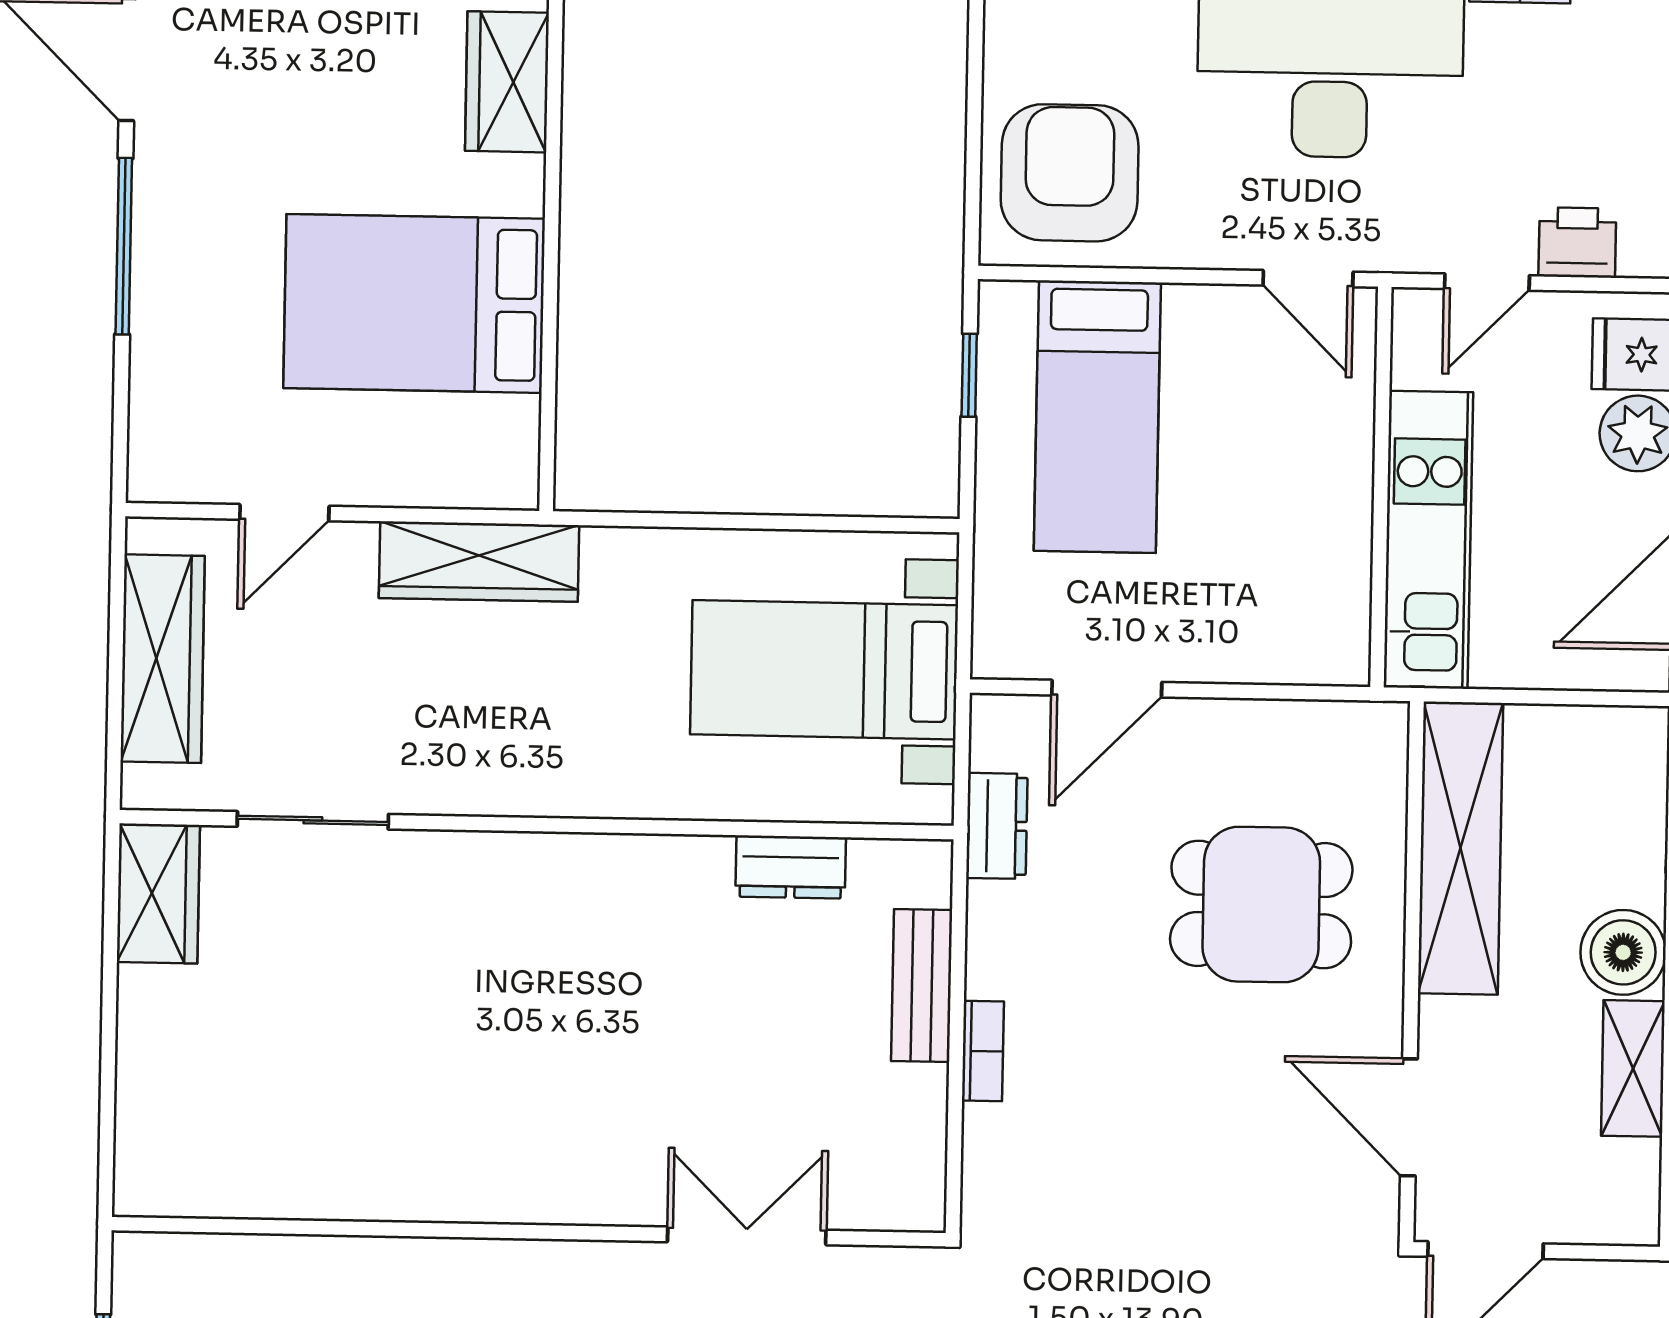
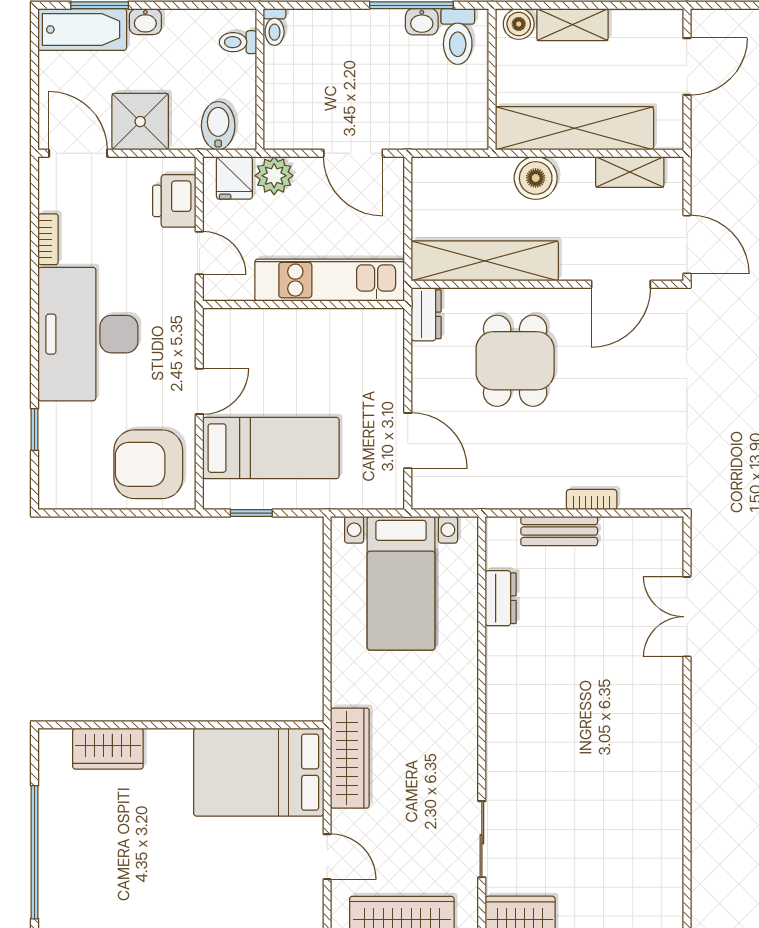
printer: (1577, 242) -> (174, 201), width x1.36, depth x1.24
door: (1308, 279) -> (199, 391), moved
bed: (414, 303) -> (259, 772), moved, turned 90
dresser: (997, 826) -> (426, 314), moved, turned 90
shelving: (1633, 1068) -> (630, 172), moved

